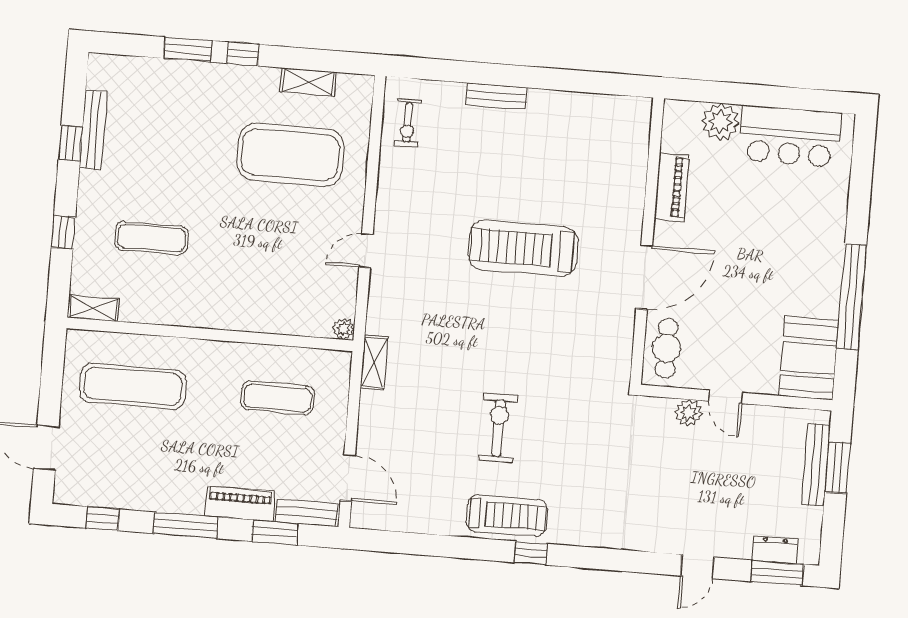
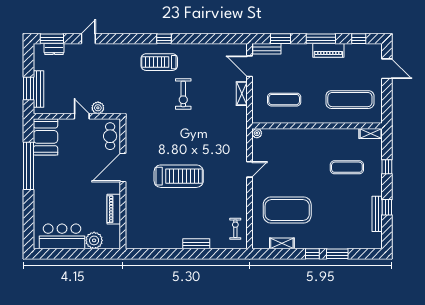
shelving: (374, 362) -> (242, 94), moved
piano: (240, 504) -> (328, 50), moved
treadmill: (507, 516) -> (159, 62), moved

